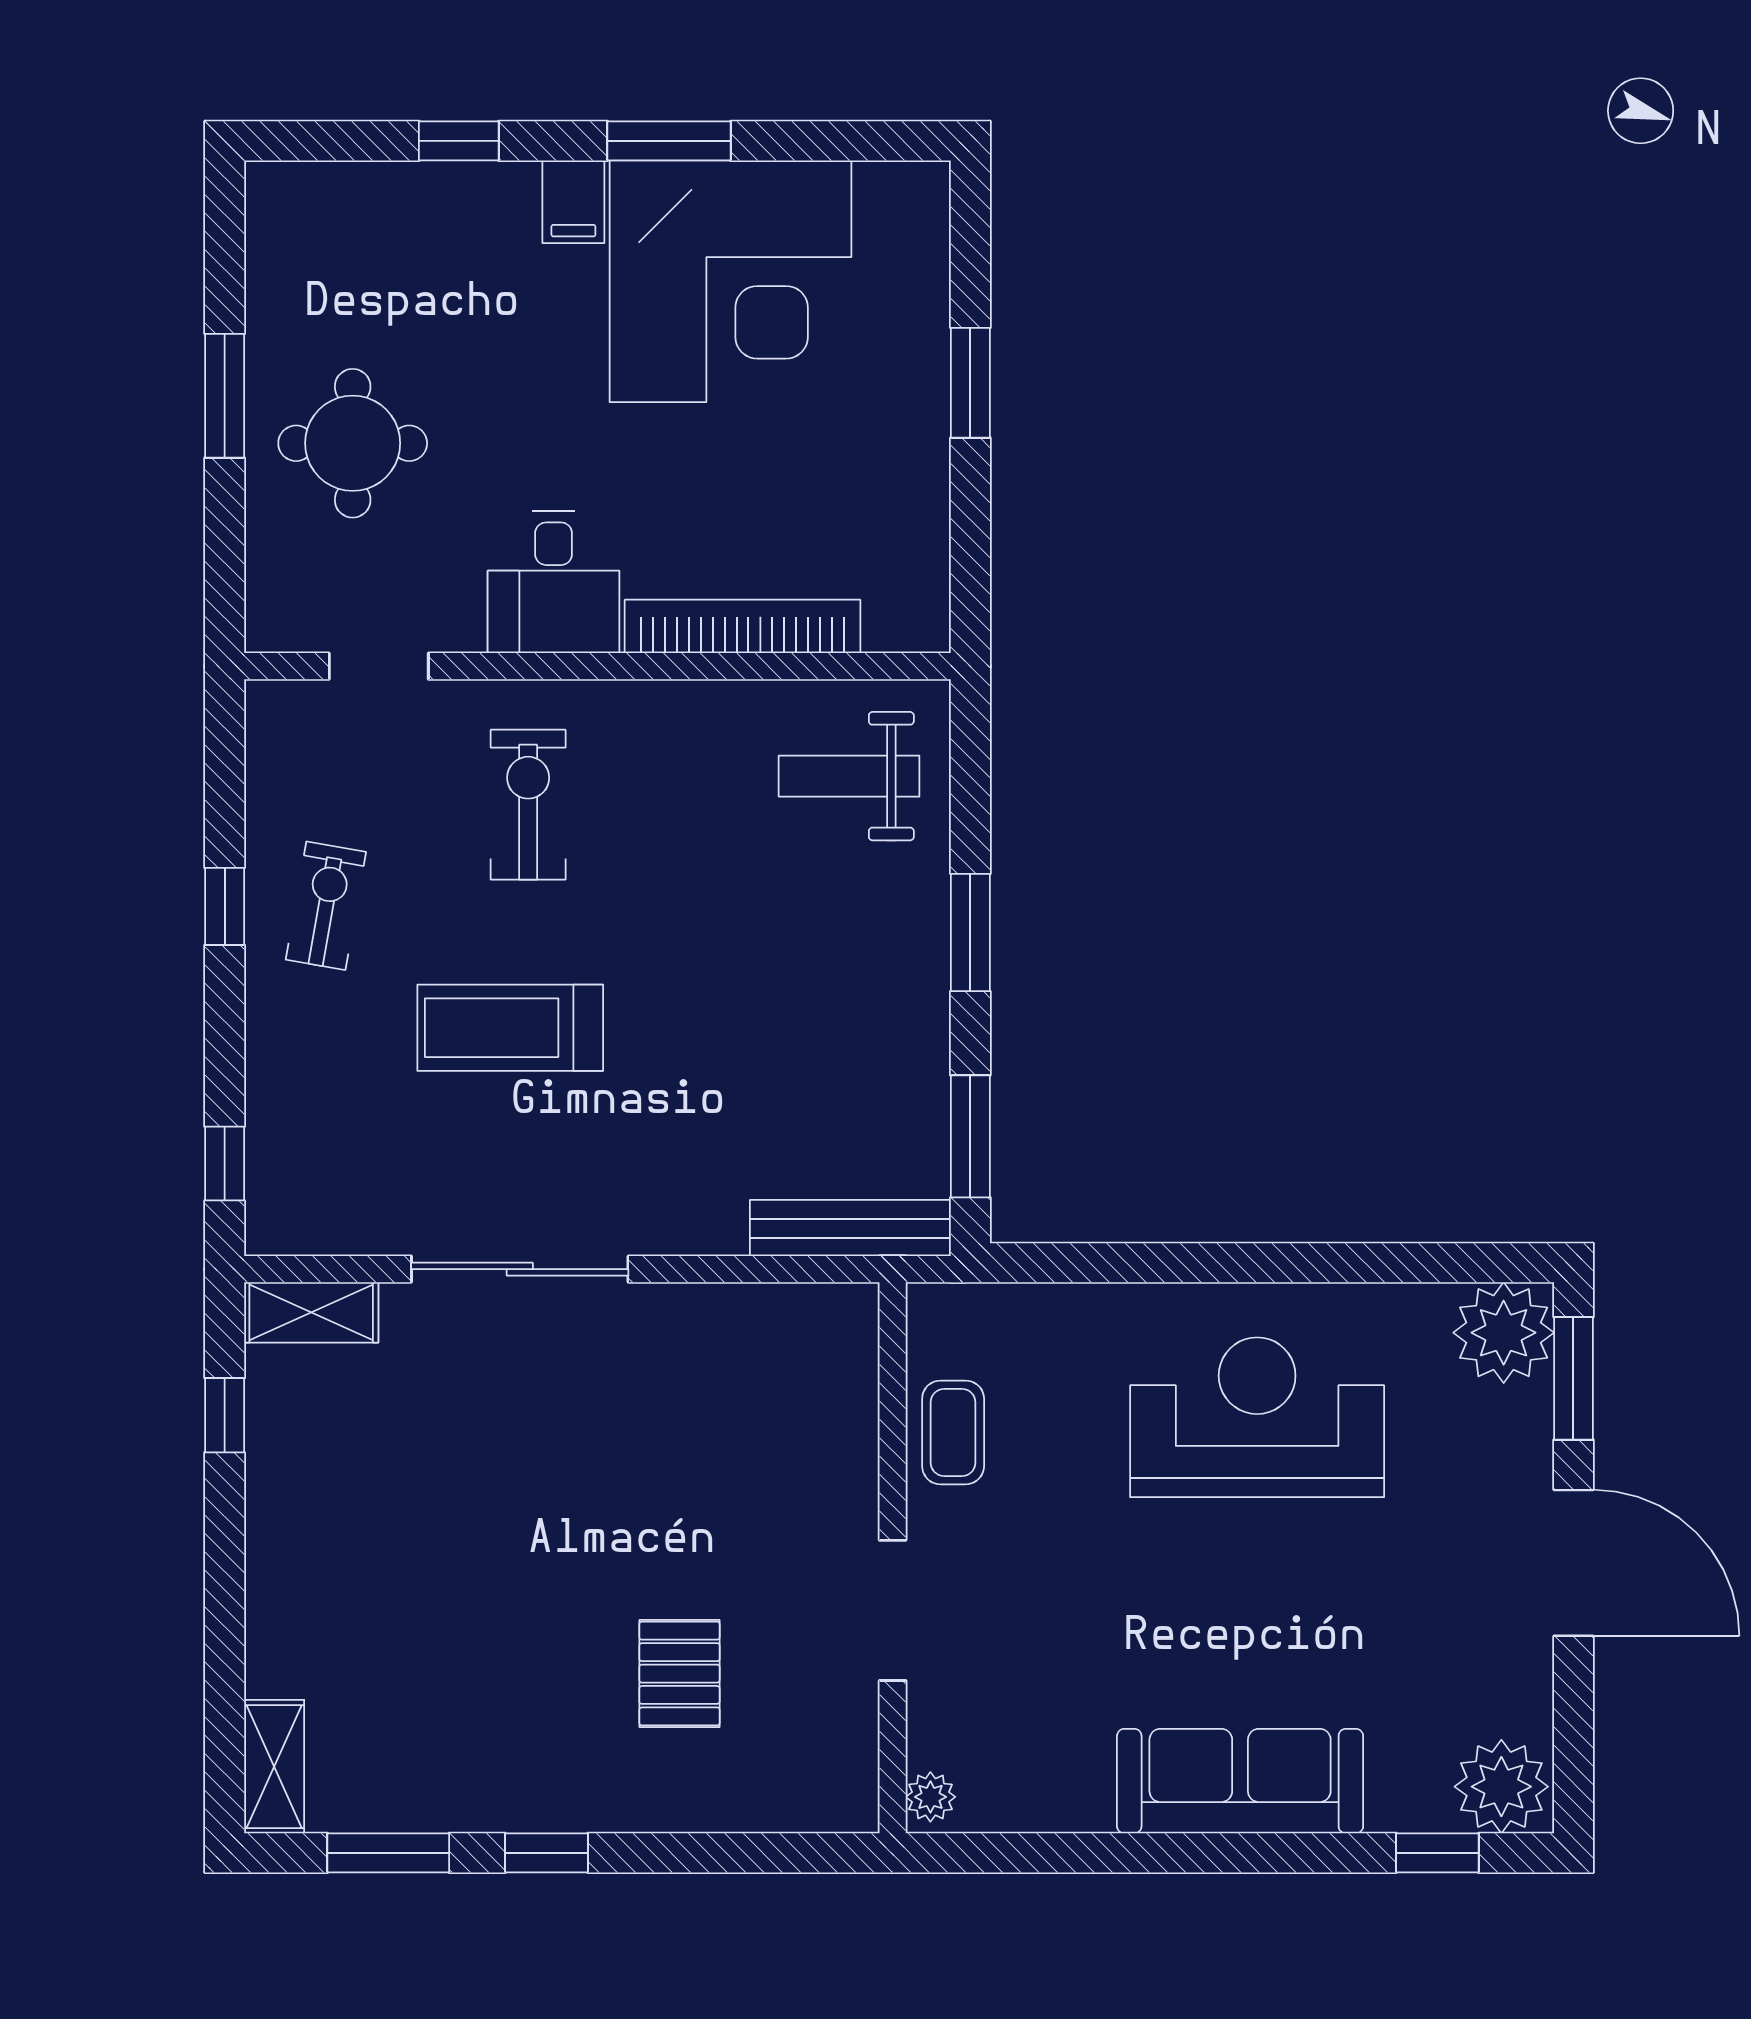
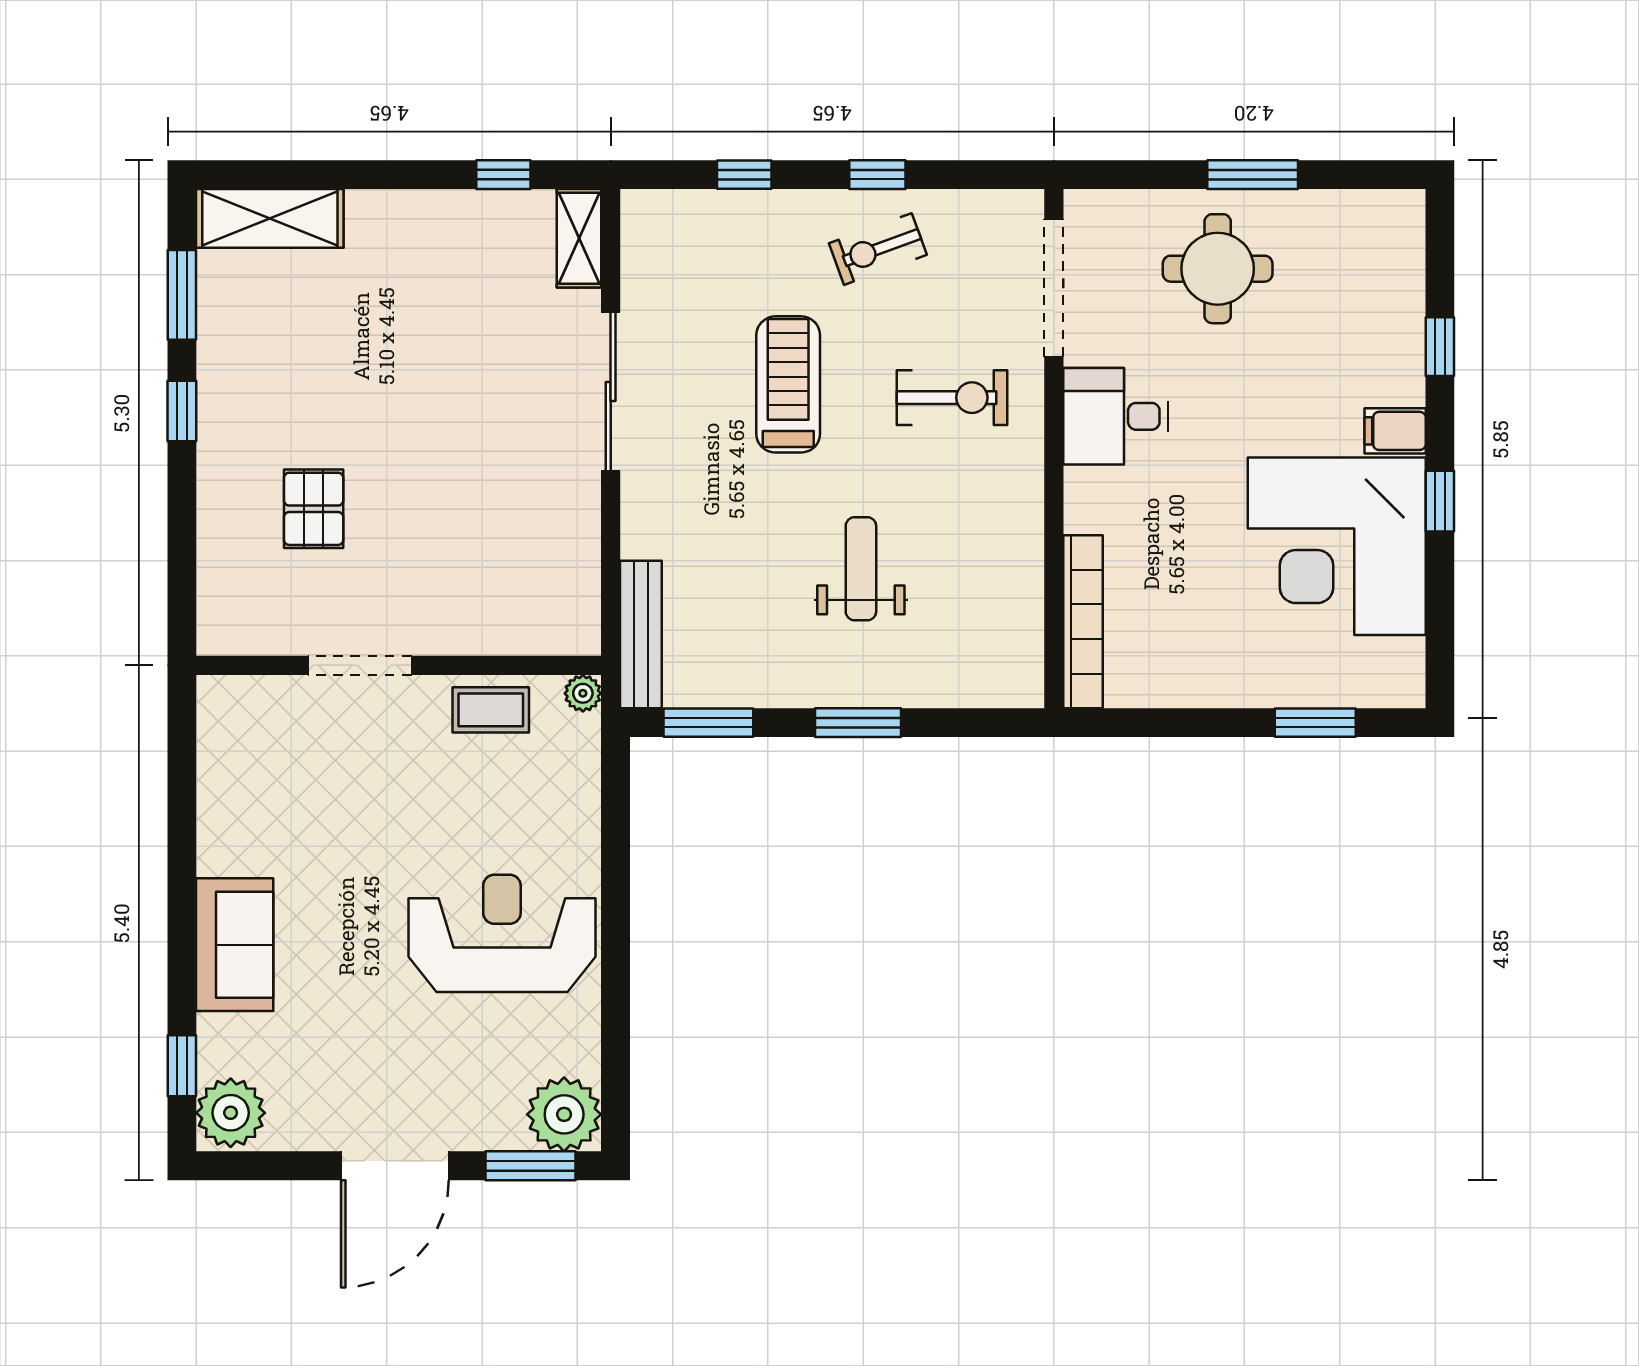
window: (669, 141) -> (1440, 501), width x0.67
window: (970, 383) -> (1315, 723), moved
bookcase: (742, 626) -> (1083, 622), moved
doorway: (379, 666) -> (1054, 288), width x1.88
weight bench: (849, 776) -> (861, 569), moved
exercise bike: (326, 906) -> (878, 249), turned 150
window: (225, 1163) -> (744, 175), moved
reception desk: (1257, 1417) -> (502, 933), turned -90
pallet: (679, 1674) -> (314, 509), turned 90
shelving: (274, 1767) -> (270, 218), width x1.50, depth x1.33
sofa: (1240, 1781) -> (235, 945), width x0.73
plant: (930, 1797) -> (583, 693), moved

